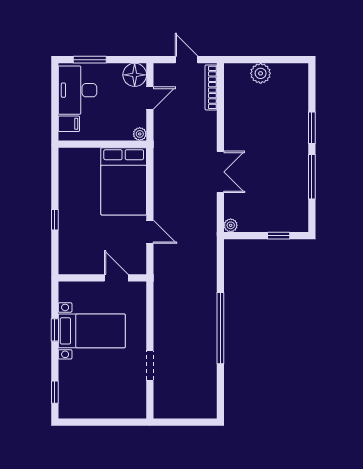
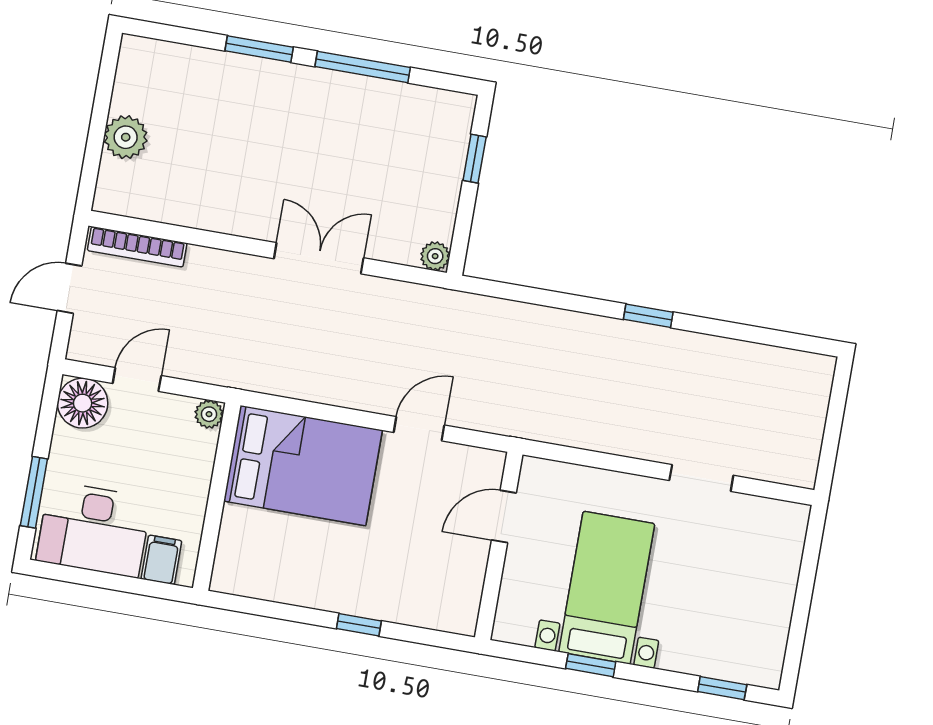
door: (150, 98) -> (137, 379), hinge flipped
window: (220, 328) -> (648, 316), width x0.32

